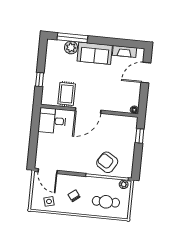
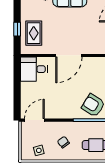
rug: (67, 94) -> (34, 33), moved
door: (48, 171) -> (34, 120), swing flipped

